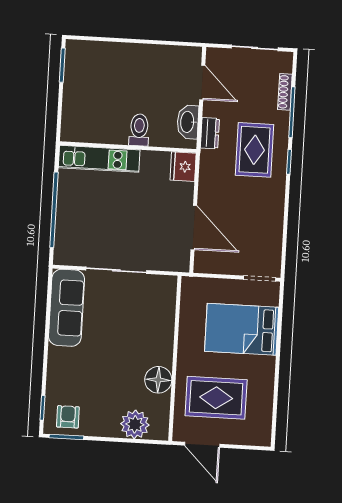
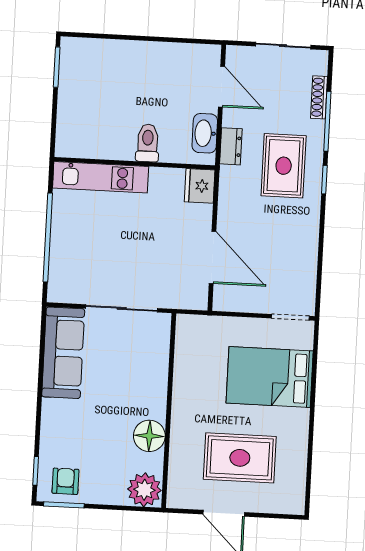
wall: (175, 358) -> (169, 411), moved
floor lamp: (158, 380) -> (149, 436), moved

